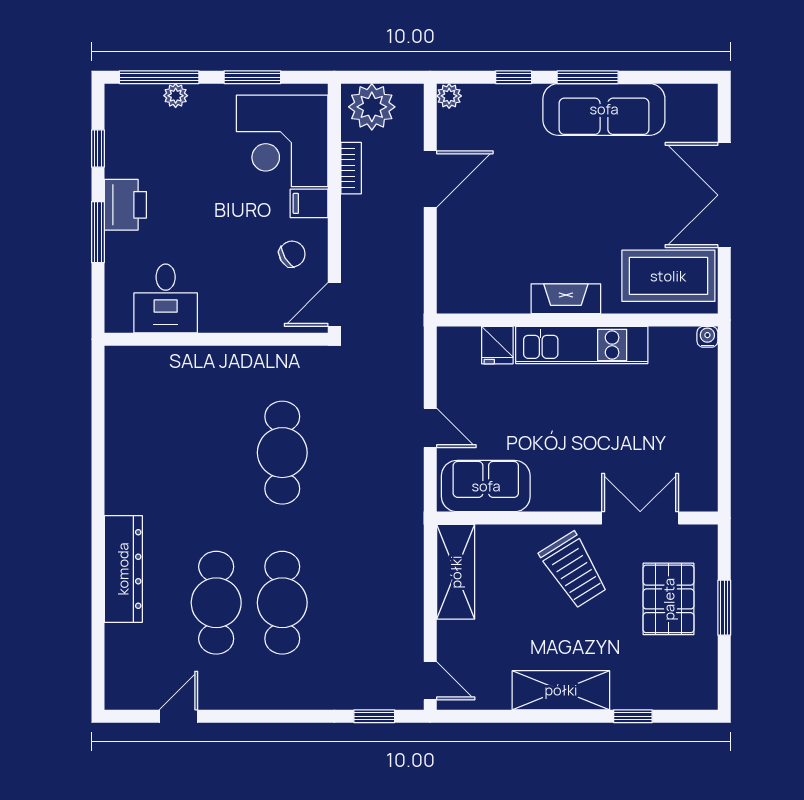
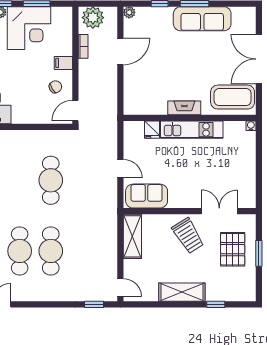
corner desk: (282, 141) -> (29, 28), moved, turned -90

